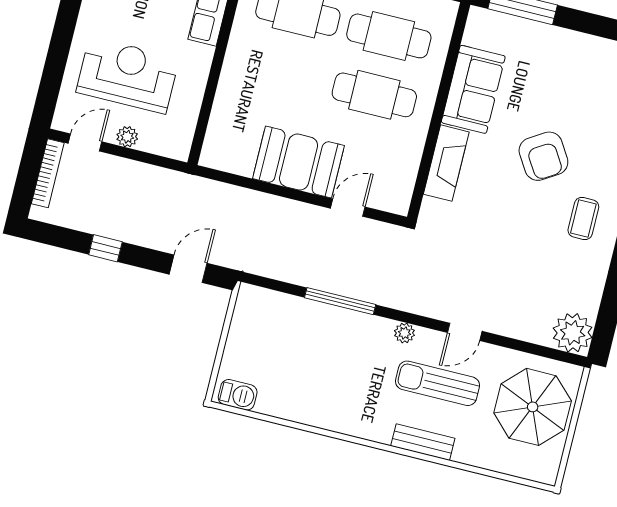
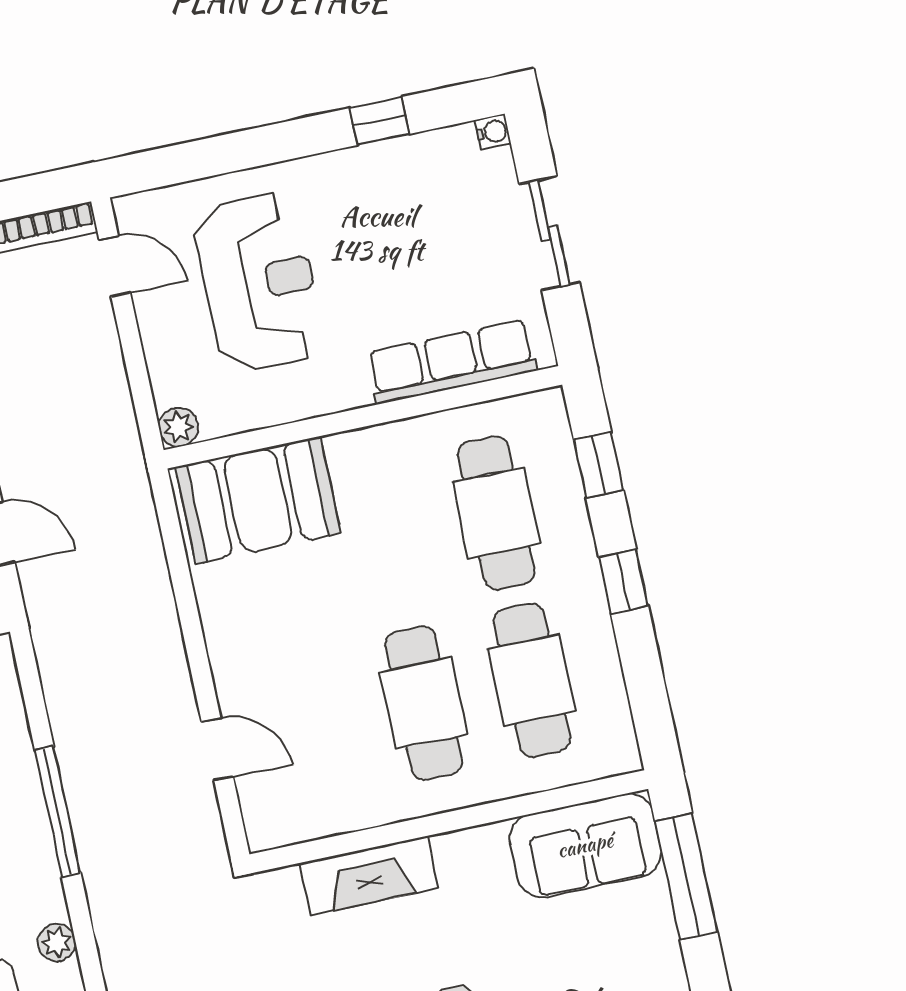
sofa: (473, 89) -> (585, 845), moved
plant: (127, 137) -> (178, 427), moved
booth: (299, 162) -> (258, 500), moved, turned 90

